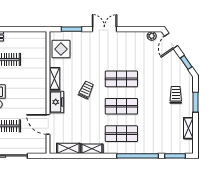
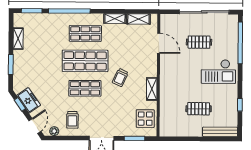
trolley: (176, 95) -> (72, 120), moved
freezer: (57, 102) -> (29, 100), moved, turned 145
shop shelf: (121, 106) -> (85, 61), width x1.43, depth x1.36

